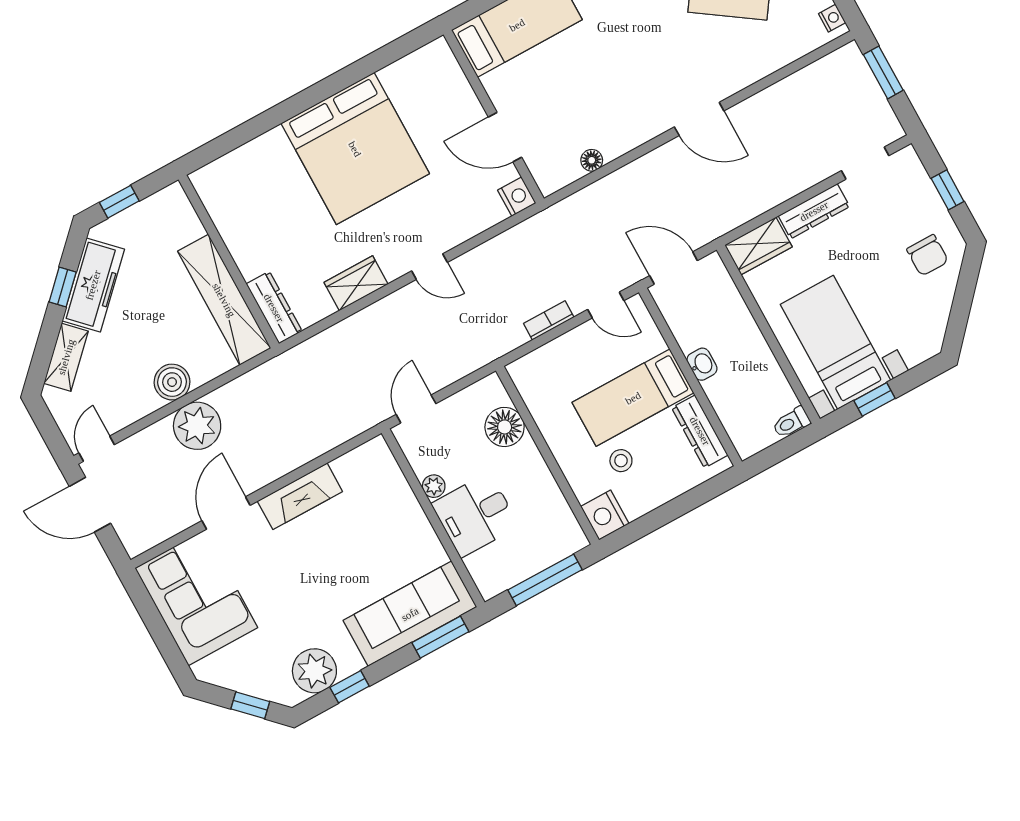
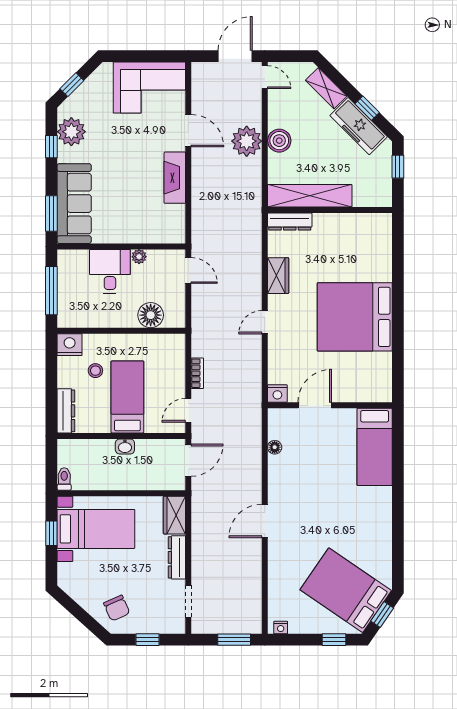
chair: (928, 255) -> (117, 608), turned -114
dresser: (700, 431) -> (66, 411), moved, turned 90

